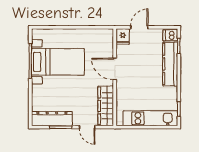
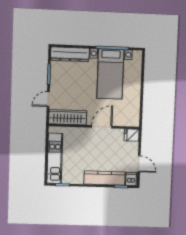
door: (139, 27) -> (139, 164), moved
dresser: (52, 119) -> (70, 54), moved, turned 90

